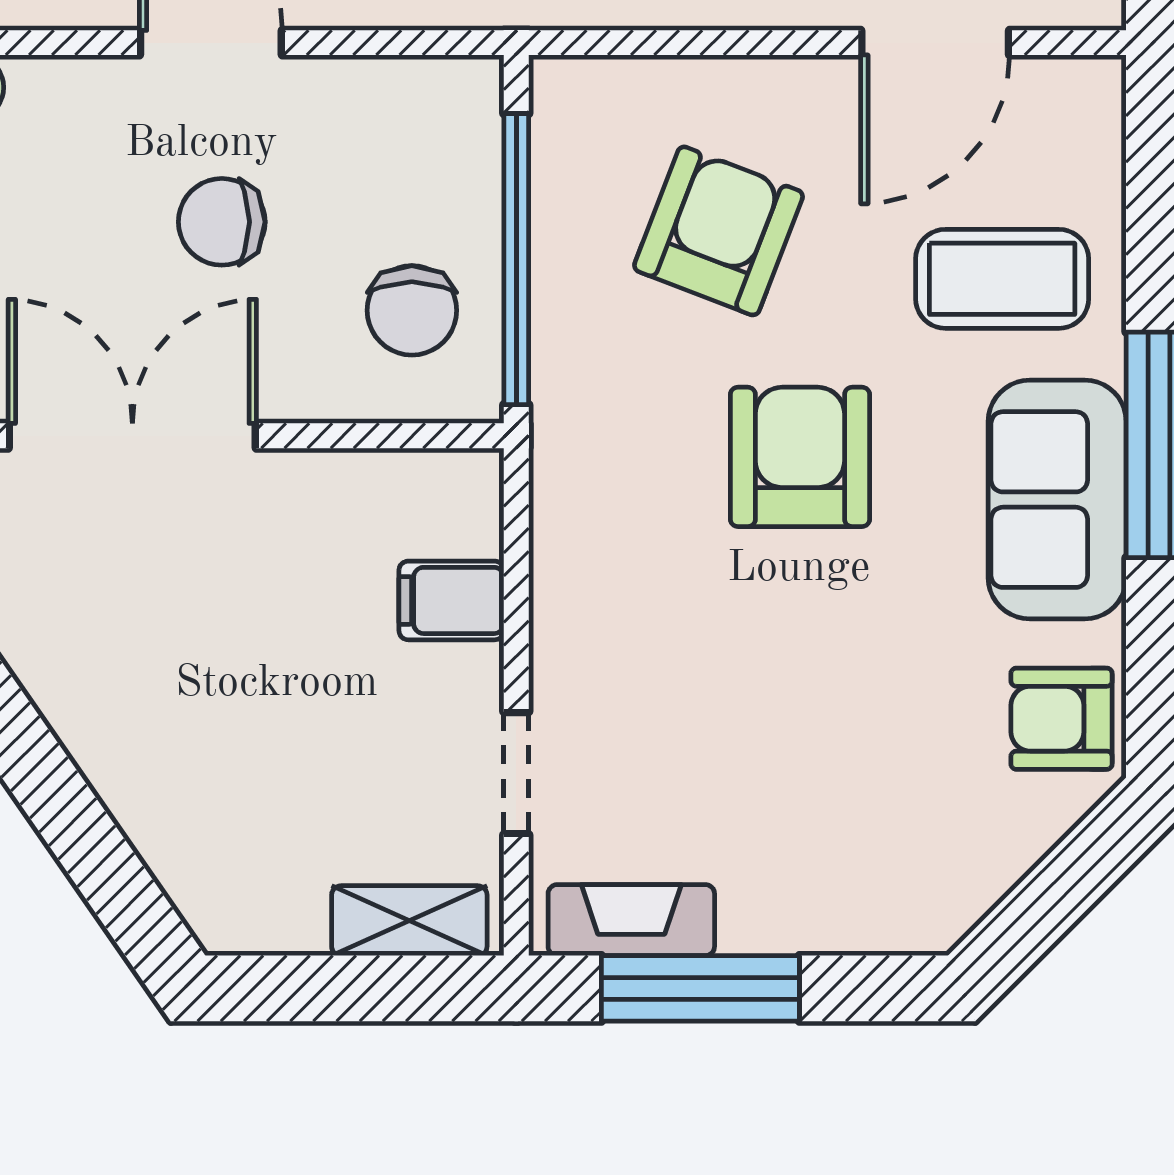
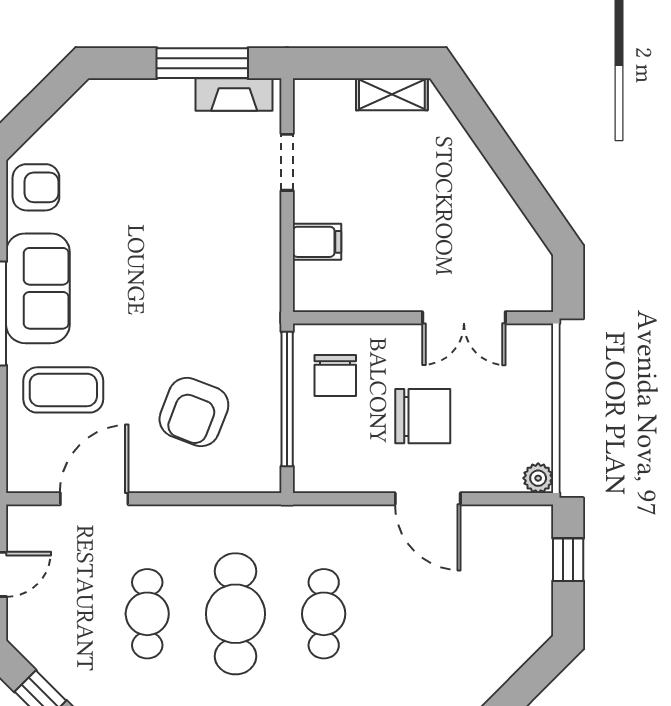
chair: (222, 222) -> (423, 416), width x1.37, depth x1.37
chair: (412, 310) -> (335, 375), turned 180
double door: (132, 436) -> (464, 318), width x0.73
armchair: (800, 457) -> (156, 308), removed
shelving: (409, 921) -> (392, 94), moved

